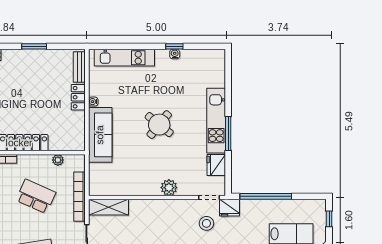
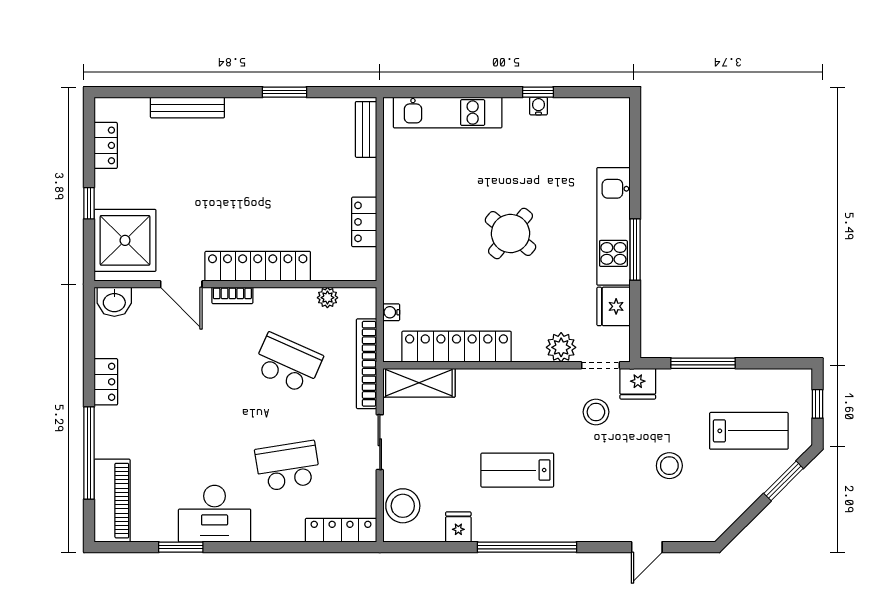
locker: (78, 97) -> (364, 222), moved
water cooler: (93, 102) -> (391, 312), moved
sofa: (100, 135) -> (404, 252), removed
locker: (129, 187) -> (457, 347), added
plant: (169, 188) -> (561, 347), moved
window: (266, 196) -> (703, 363), width x0.68

